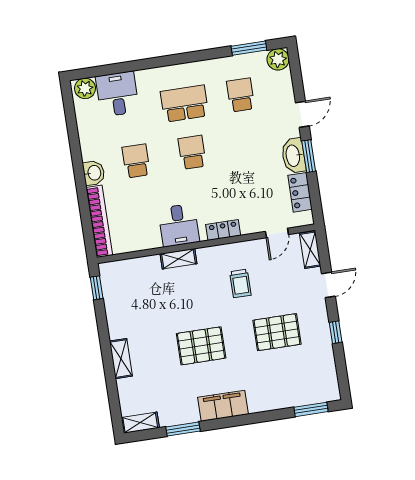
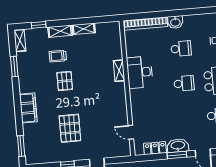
desk: (179, 225) -> (140, 72), width x1.37
locker: (223, 230) -> (135, 99), removed
shelving: (310, 250) -> (84, 29), moved
trolley: (240, 283) -> (58, 56), moved
window: (97, 288) -> (39, 25), moved
pallet: (201, 346) -> (65, 81), width x0.67, depth x0.71
filing cabinet: (223, 406) -> (28, 108), moved

